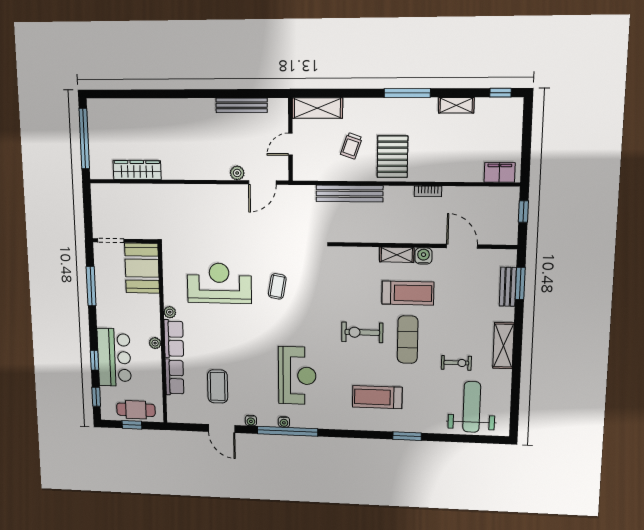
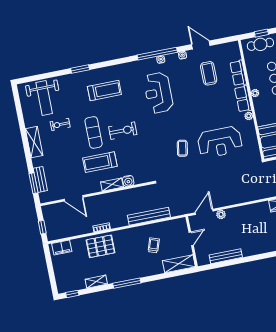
pallet: (392, 157) -> (100, 246), moved, turned 90
water cooler: (423, 256) -> (128, 181), moved

